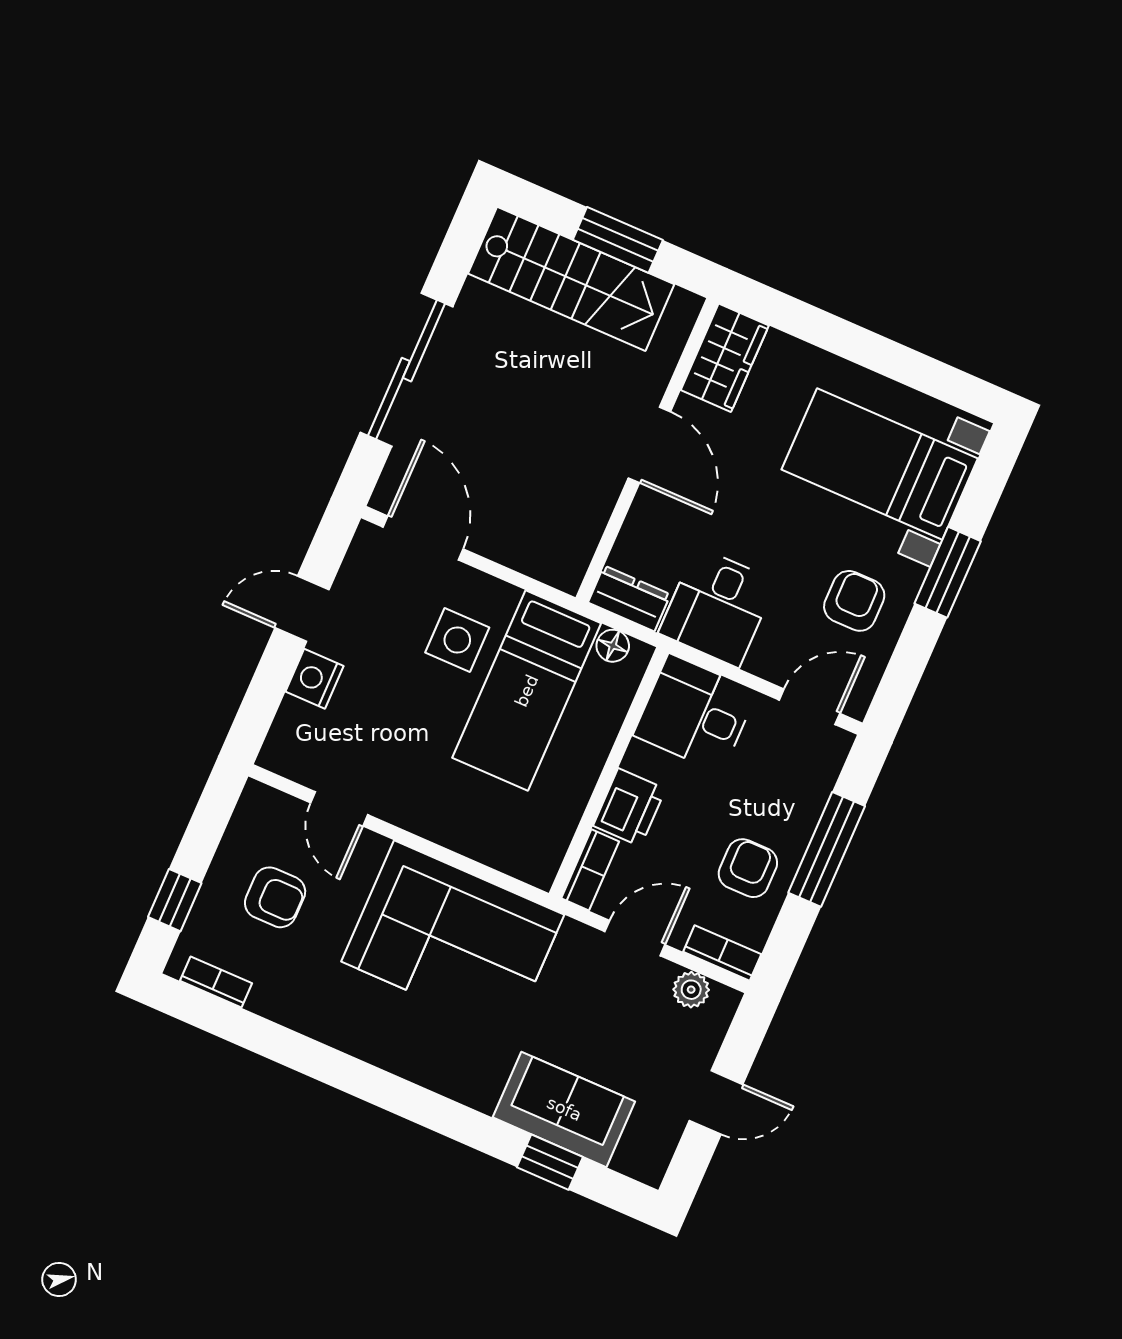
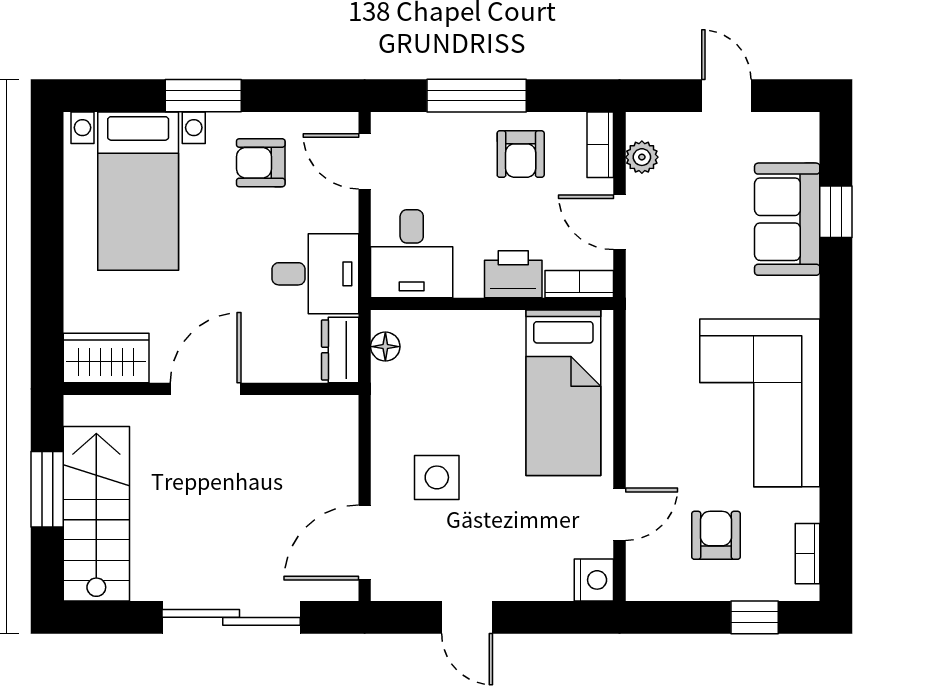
nightstand: (315, 679) -> (594, 580), moved, turned -90
bed: (527, 691) -> (563, 393), moved, turned 90
armchair: (748, 868) -> (521, 154), turned -90
corner sofa: (453, 938) -> (760, 403), moved, turned 180

